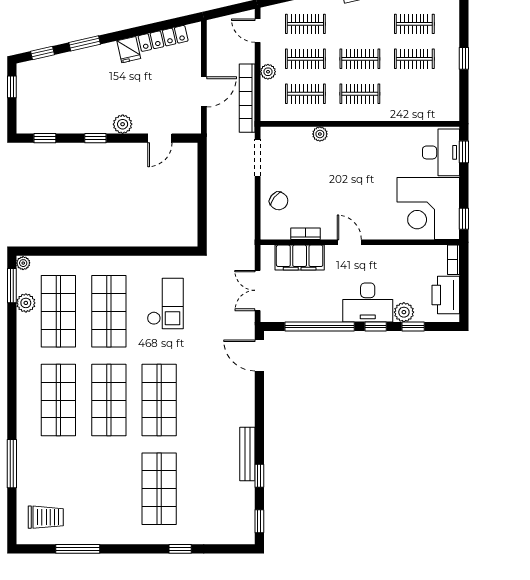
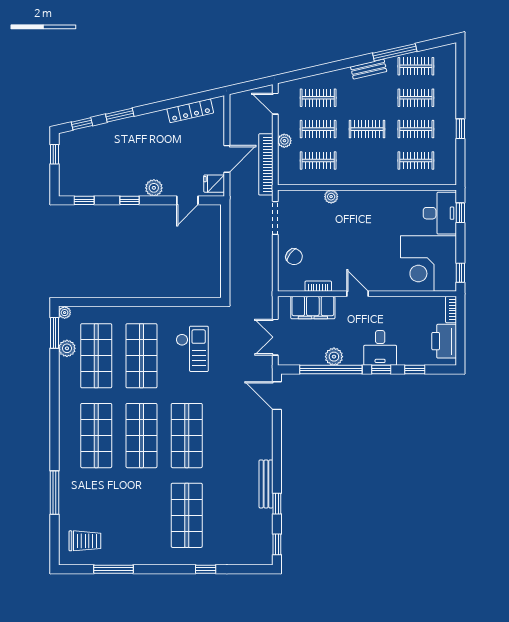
fridge: (129, 50) -> (214, 184), moved, turned 103
clothes rail: (360, 94) -> (416, 160), moved
desk: (368, 302) -> (380, 348), width x0.73
plant: (404, 312) -> (334, 357), moved

